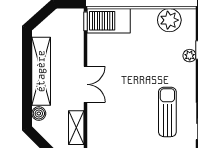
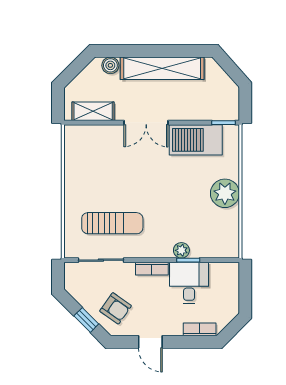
plant: (169, 20) -> (225, 193), moved
barbecue: (109, 21) -> (196, 140), moved, turned -90

